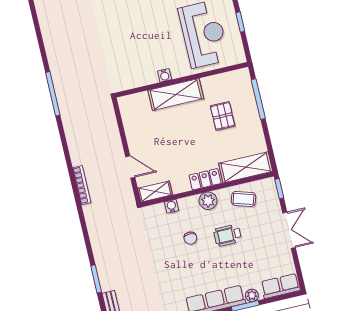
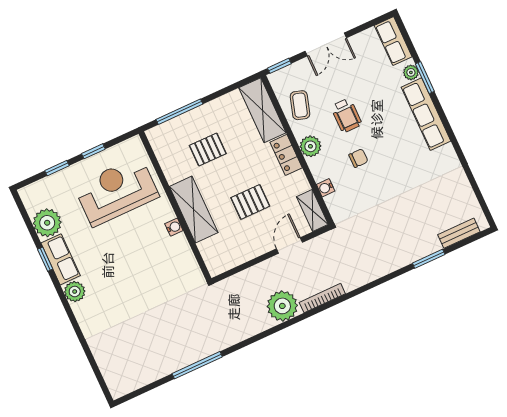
window: (53, 94) -> (197, 365), moved
pallet: (172, 142) -> (250, 202), added
plant: (82, 151) -> (282, 306), added
double door: (289, 230) -> (326, 44), swing flipped

